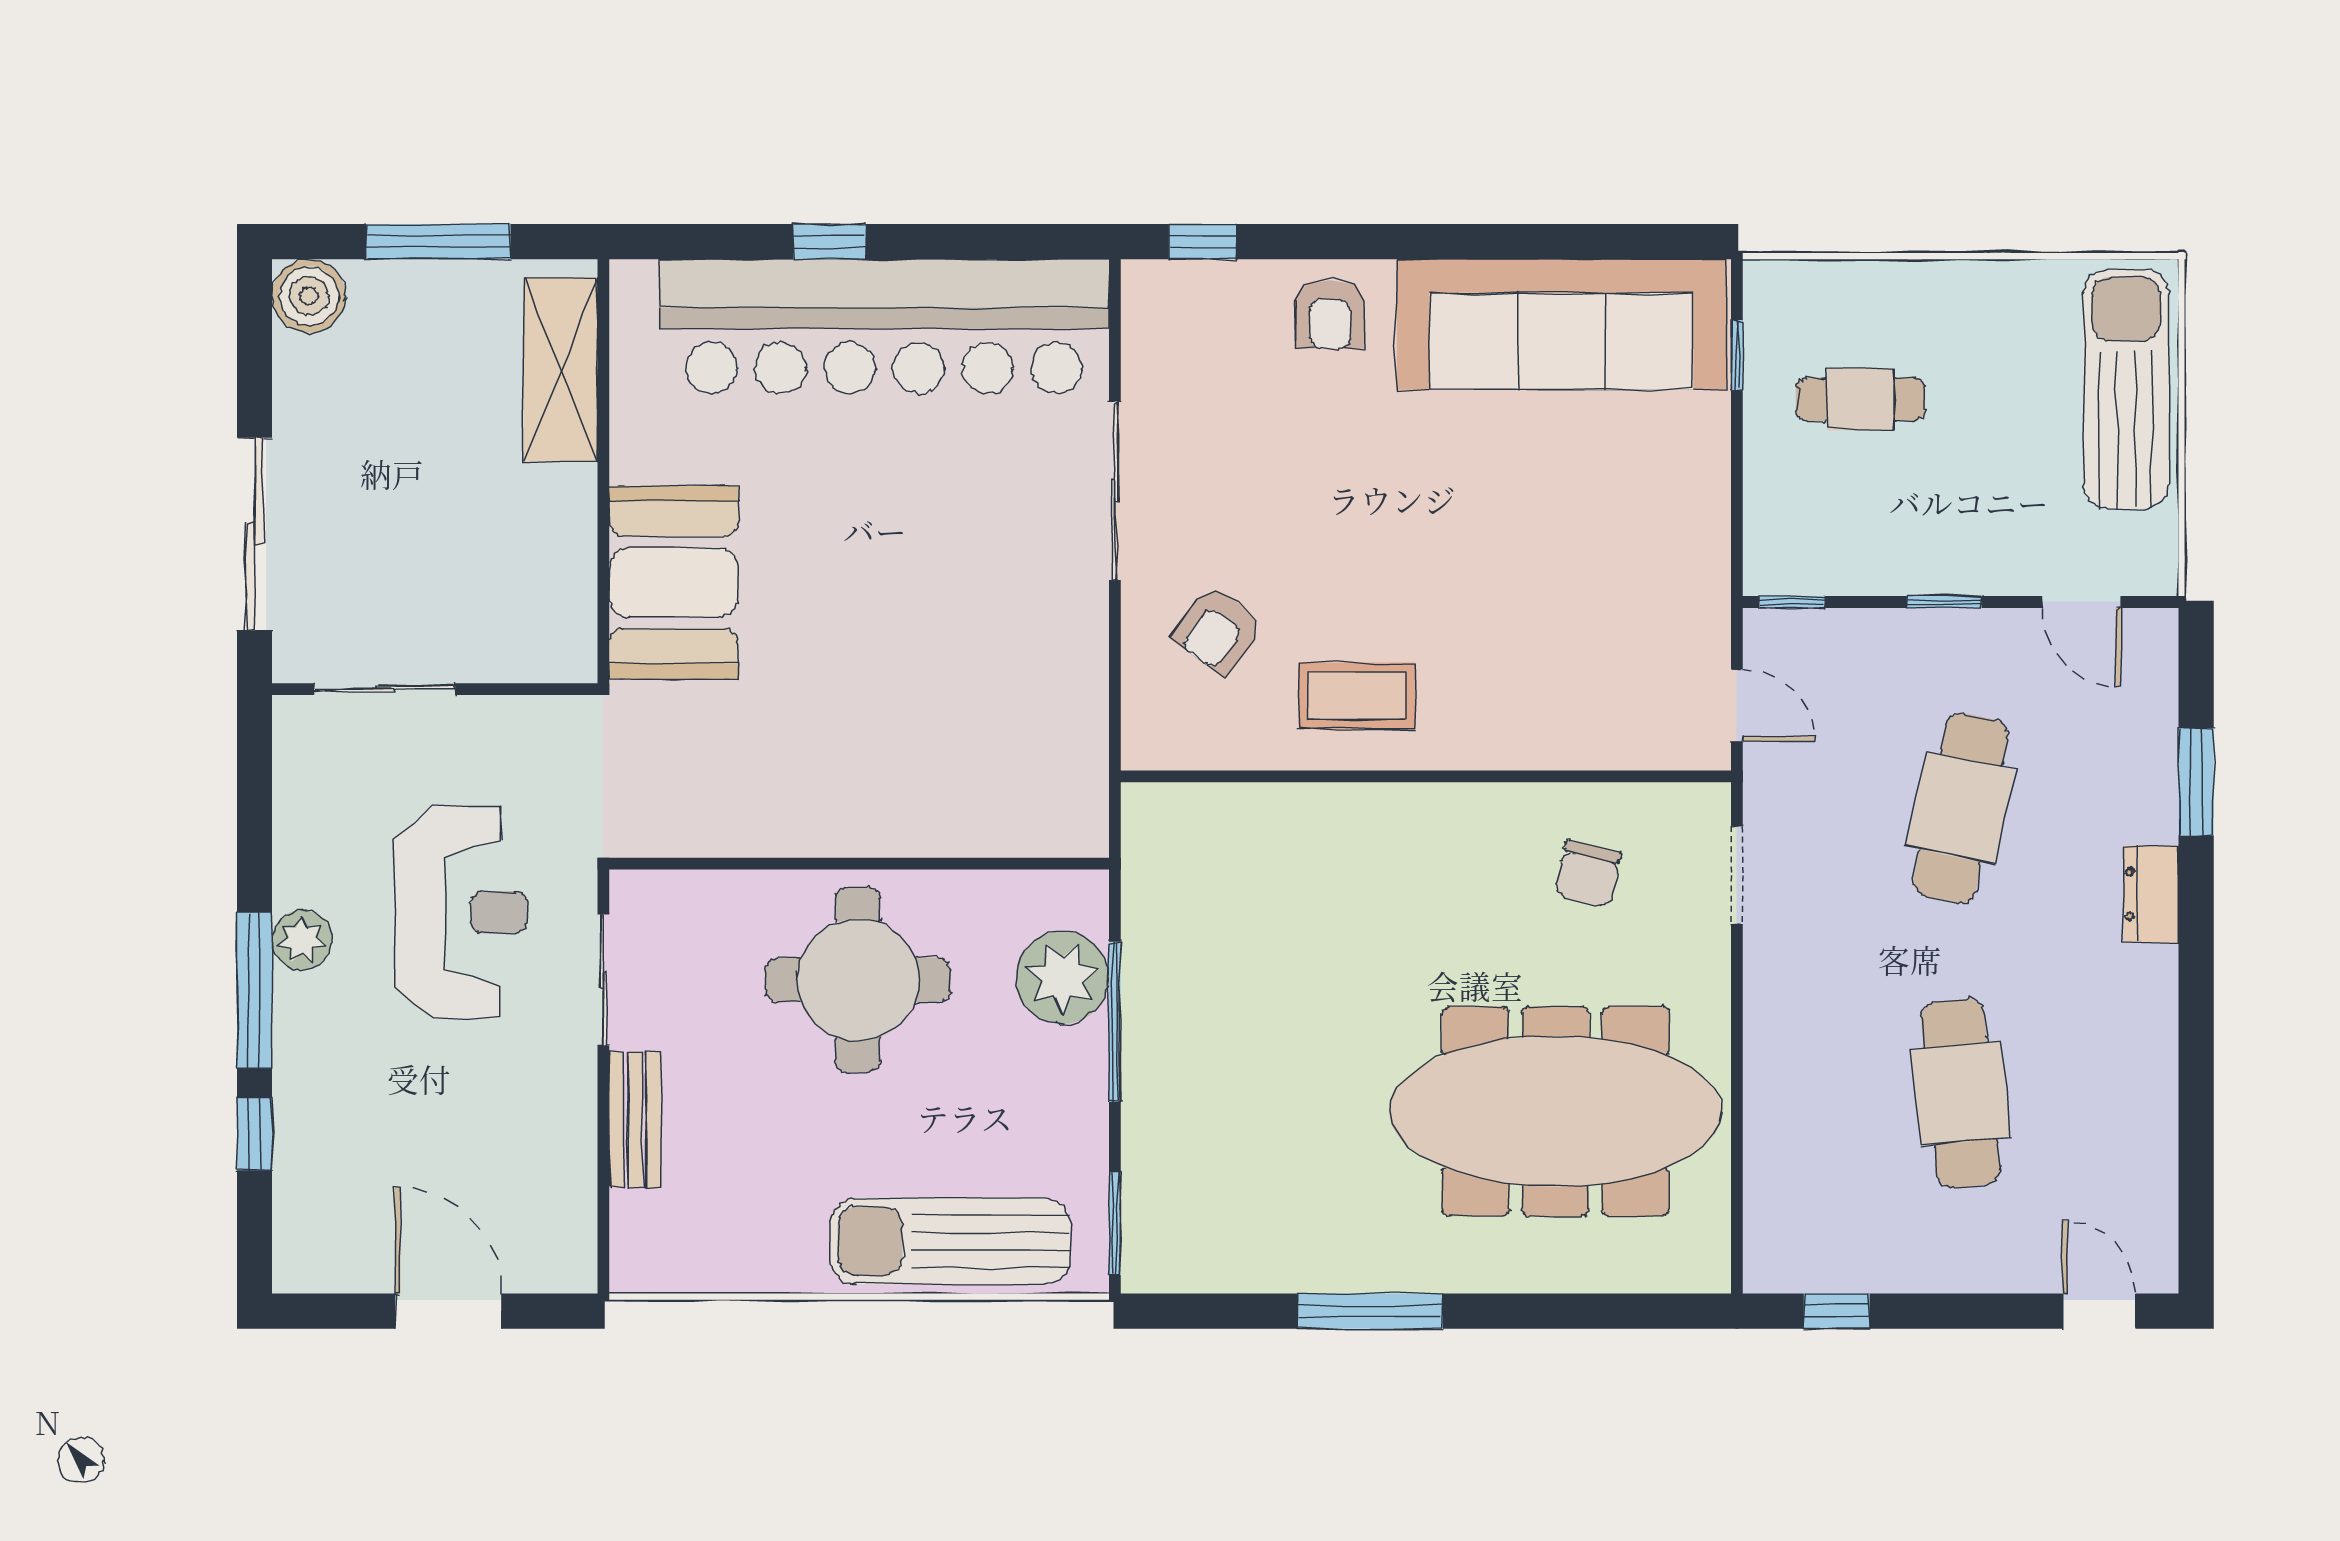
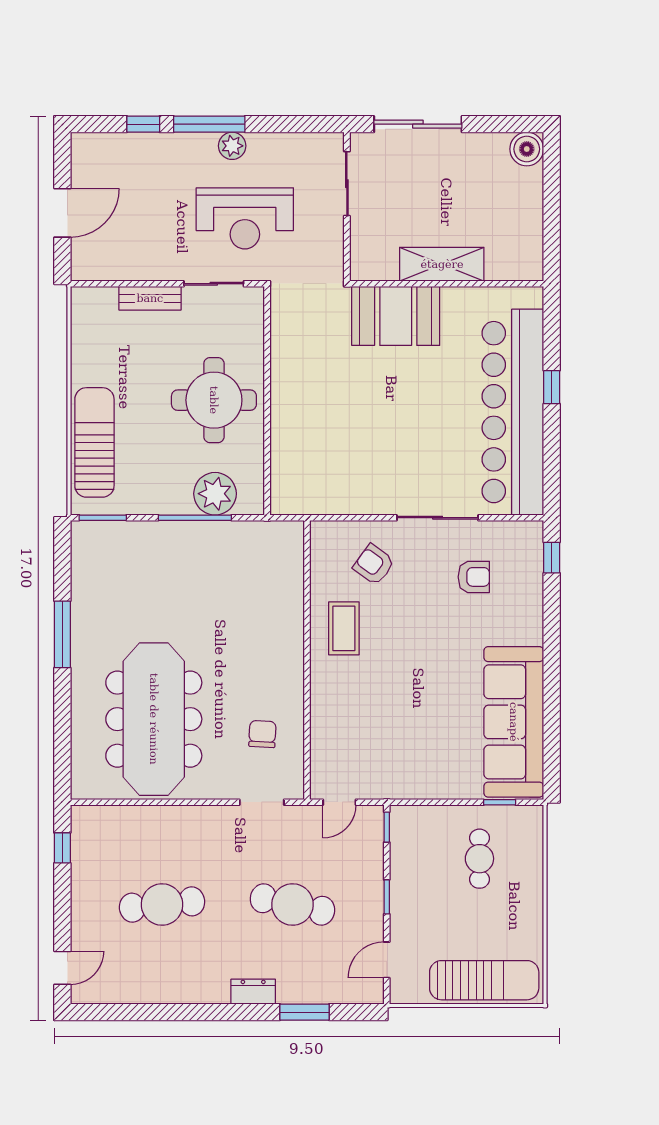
window: (439, 242) -> (552, 208), removed
armchair: (1330, 314) -> (474, 577), moved, turned 180
shelving: (561, 369) -> (442, 264), moved
chair: (1588, 874) -> (262, 734), turned 80

